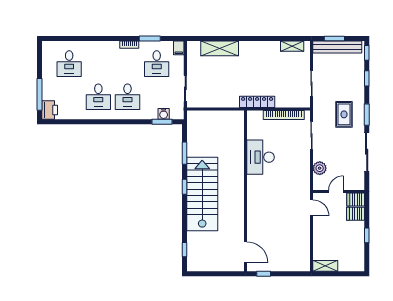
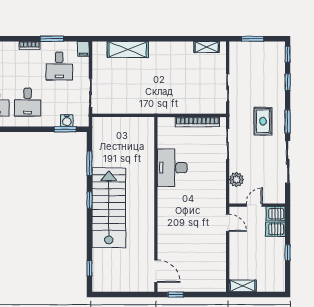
bench: (337, 47) -> (256, 48), removed
locker: (257, 102) -> (168, 108), removed

